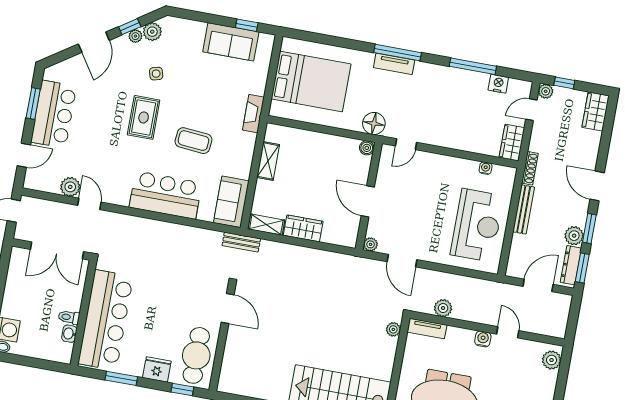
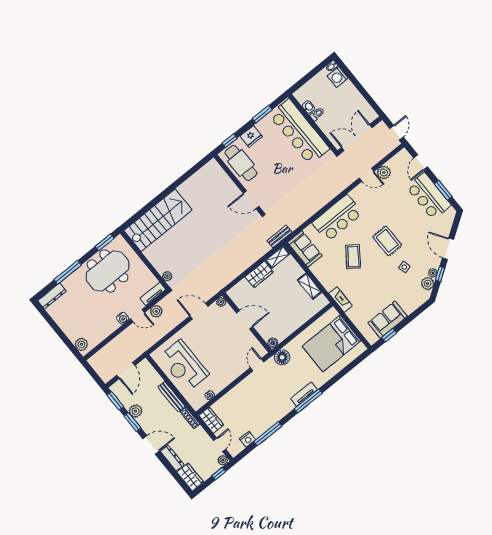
coffee table: (193, 141) -> (353, 257), turned -59
dresser: (571, 265) -> (172, 458), moved
door: (508, 332) -> (137, 316), moved

